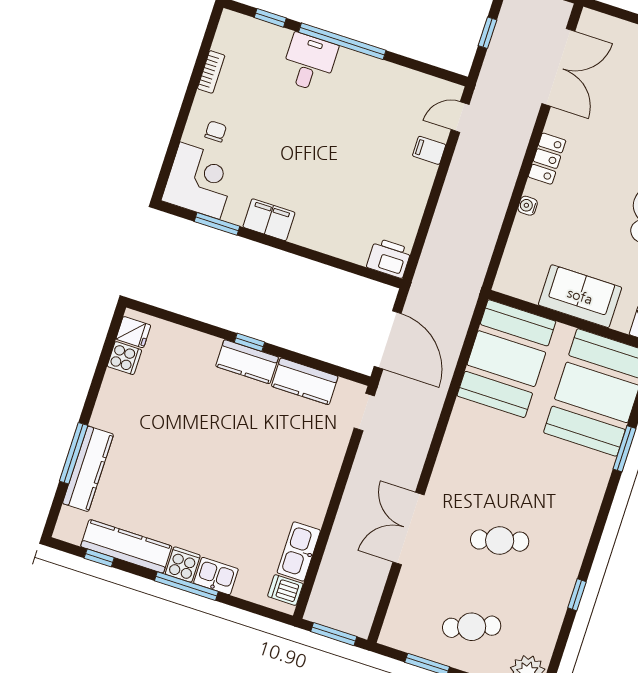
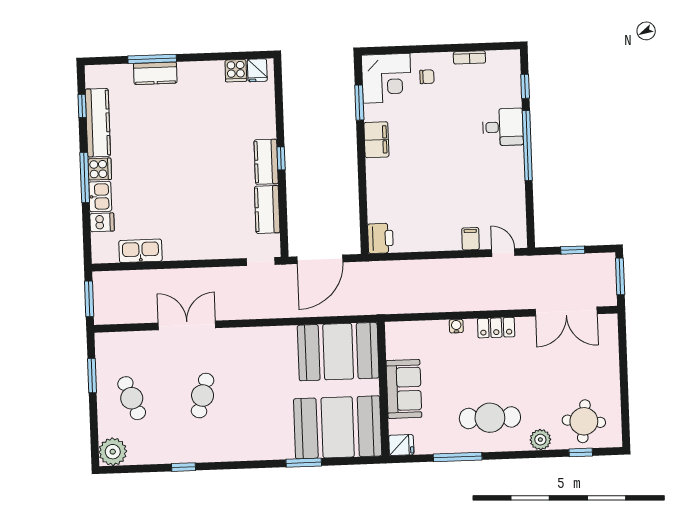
kitchen counter: (88, 469) -> (155, 73), width x0.67
cafe table: (500, 541) -> (203, 396), turned 30
dishwasher: (285, 590) -> (102, 222), moved, turned 90

